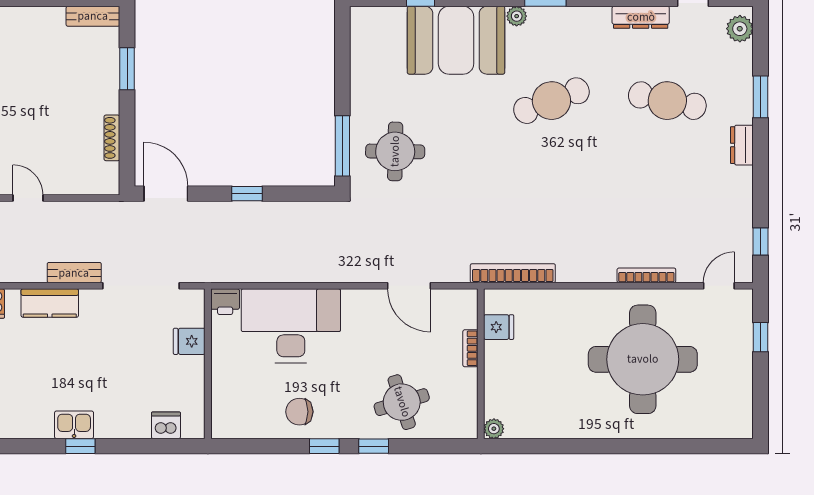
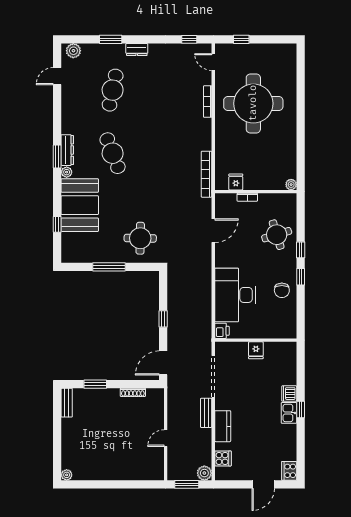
dresser: (641, 17) -> (67, 150), moved
window: (342, 146) -> (109, 267), moved
fridge: (189, 341) -> (256, 350), moved
dishwasher: (166, 425) -> (289, 394), moved

